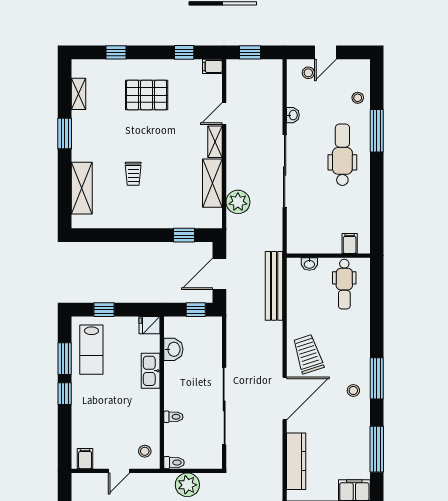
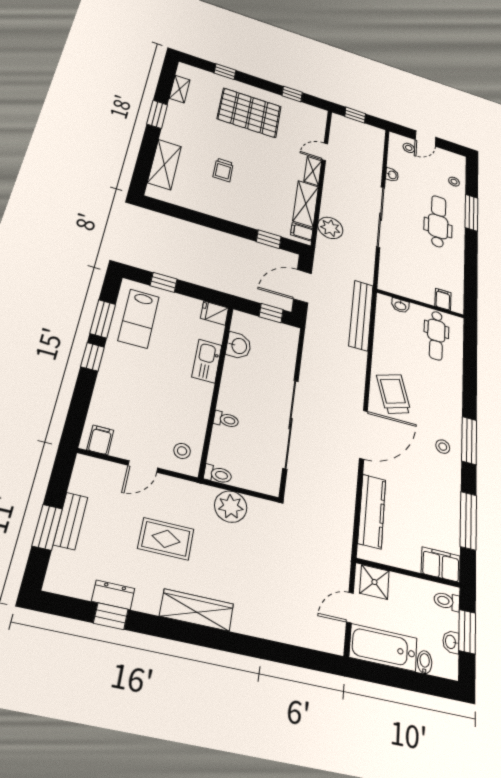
filing cabinet: (212, 66) -> (302, 232), moved
pallet: (147, 95) -> (249, 113), width x1.37, depth x1.41

